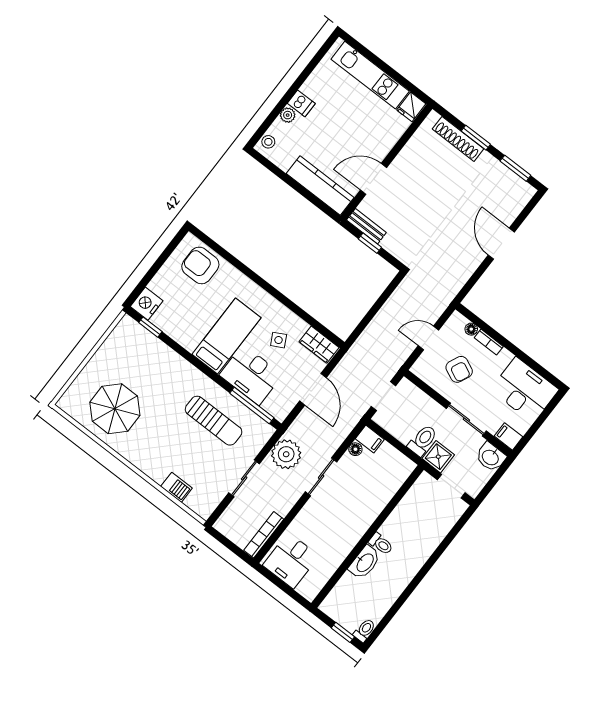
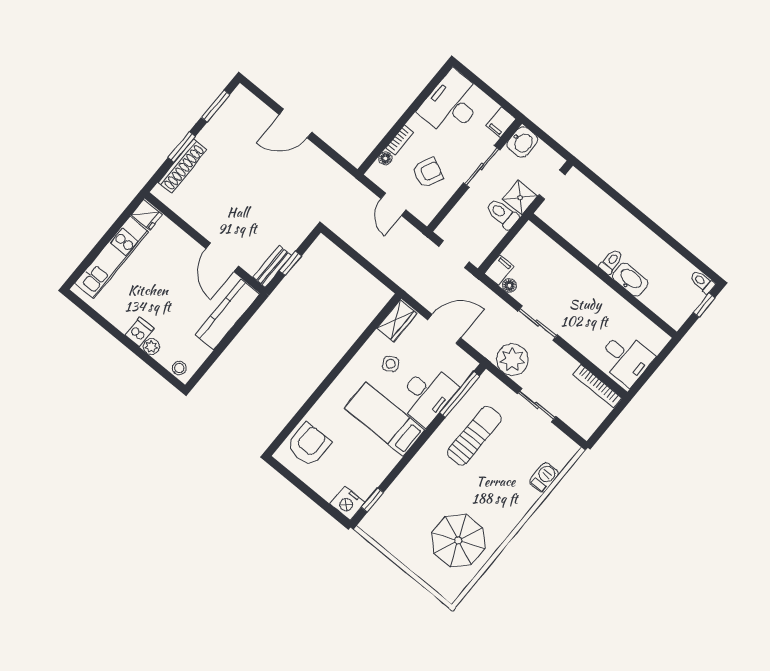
armchair: (200, 265) -> (309, 445), turned 180

